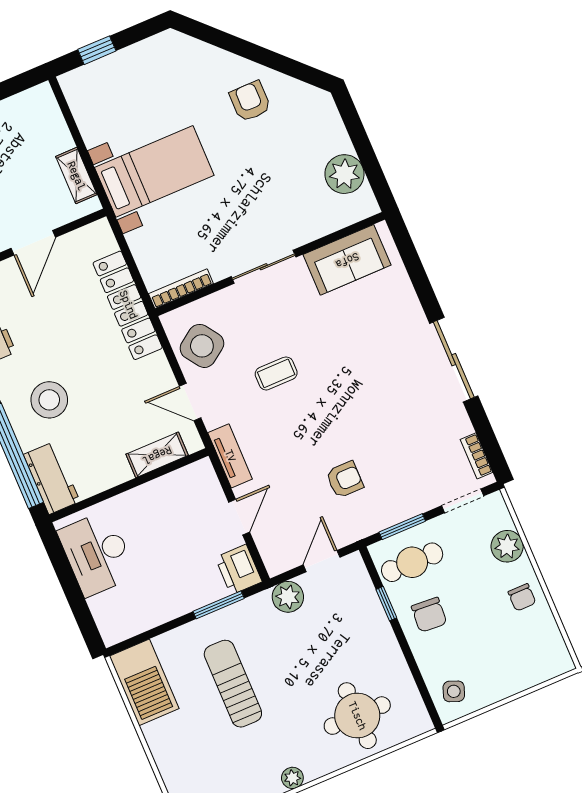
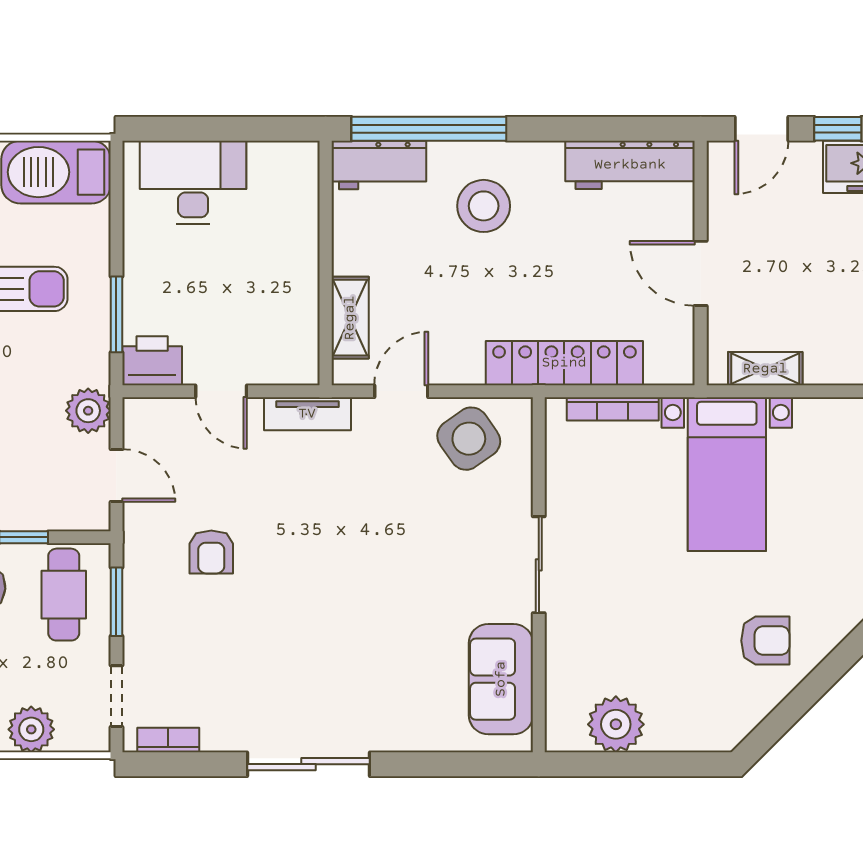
bookcase: (181, 289) -> (613, 409), moved, turned 90
coffee table: (276, 373) -> (391, 521), removed
desk: (97, 553) -> (193, 182), moved

